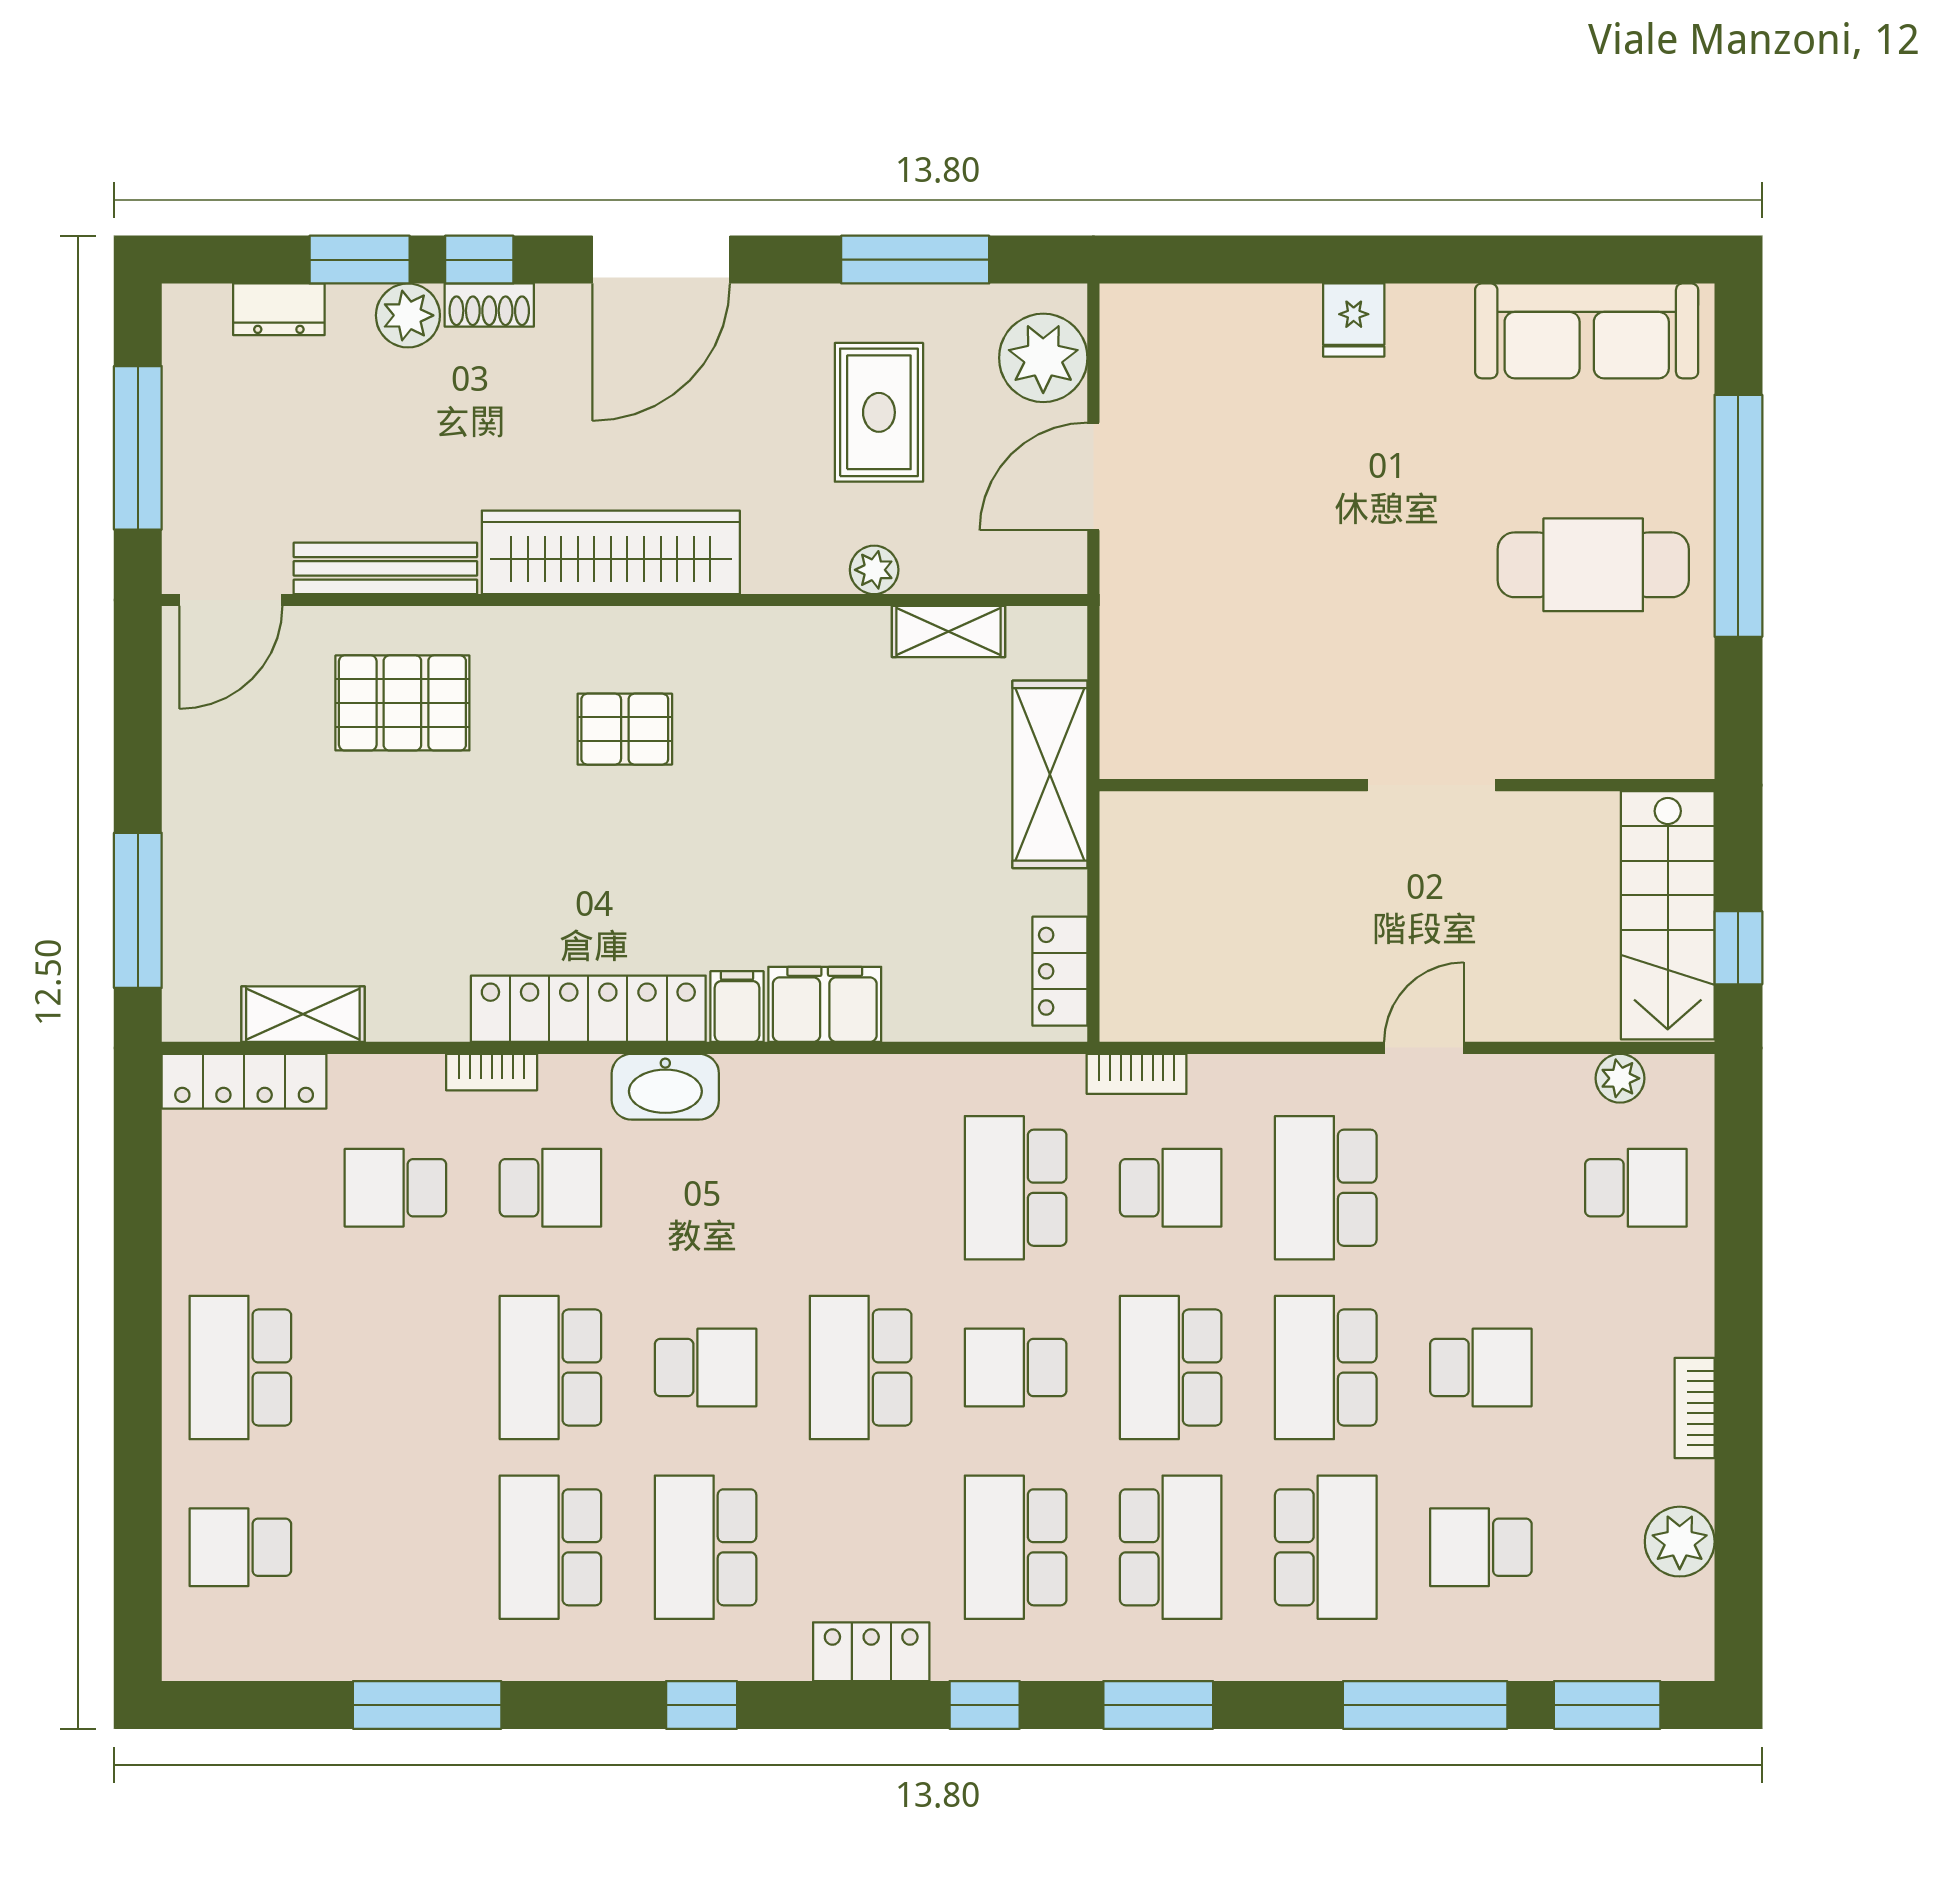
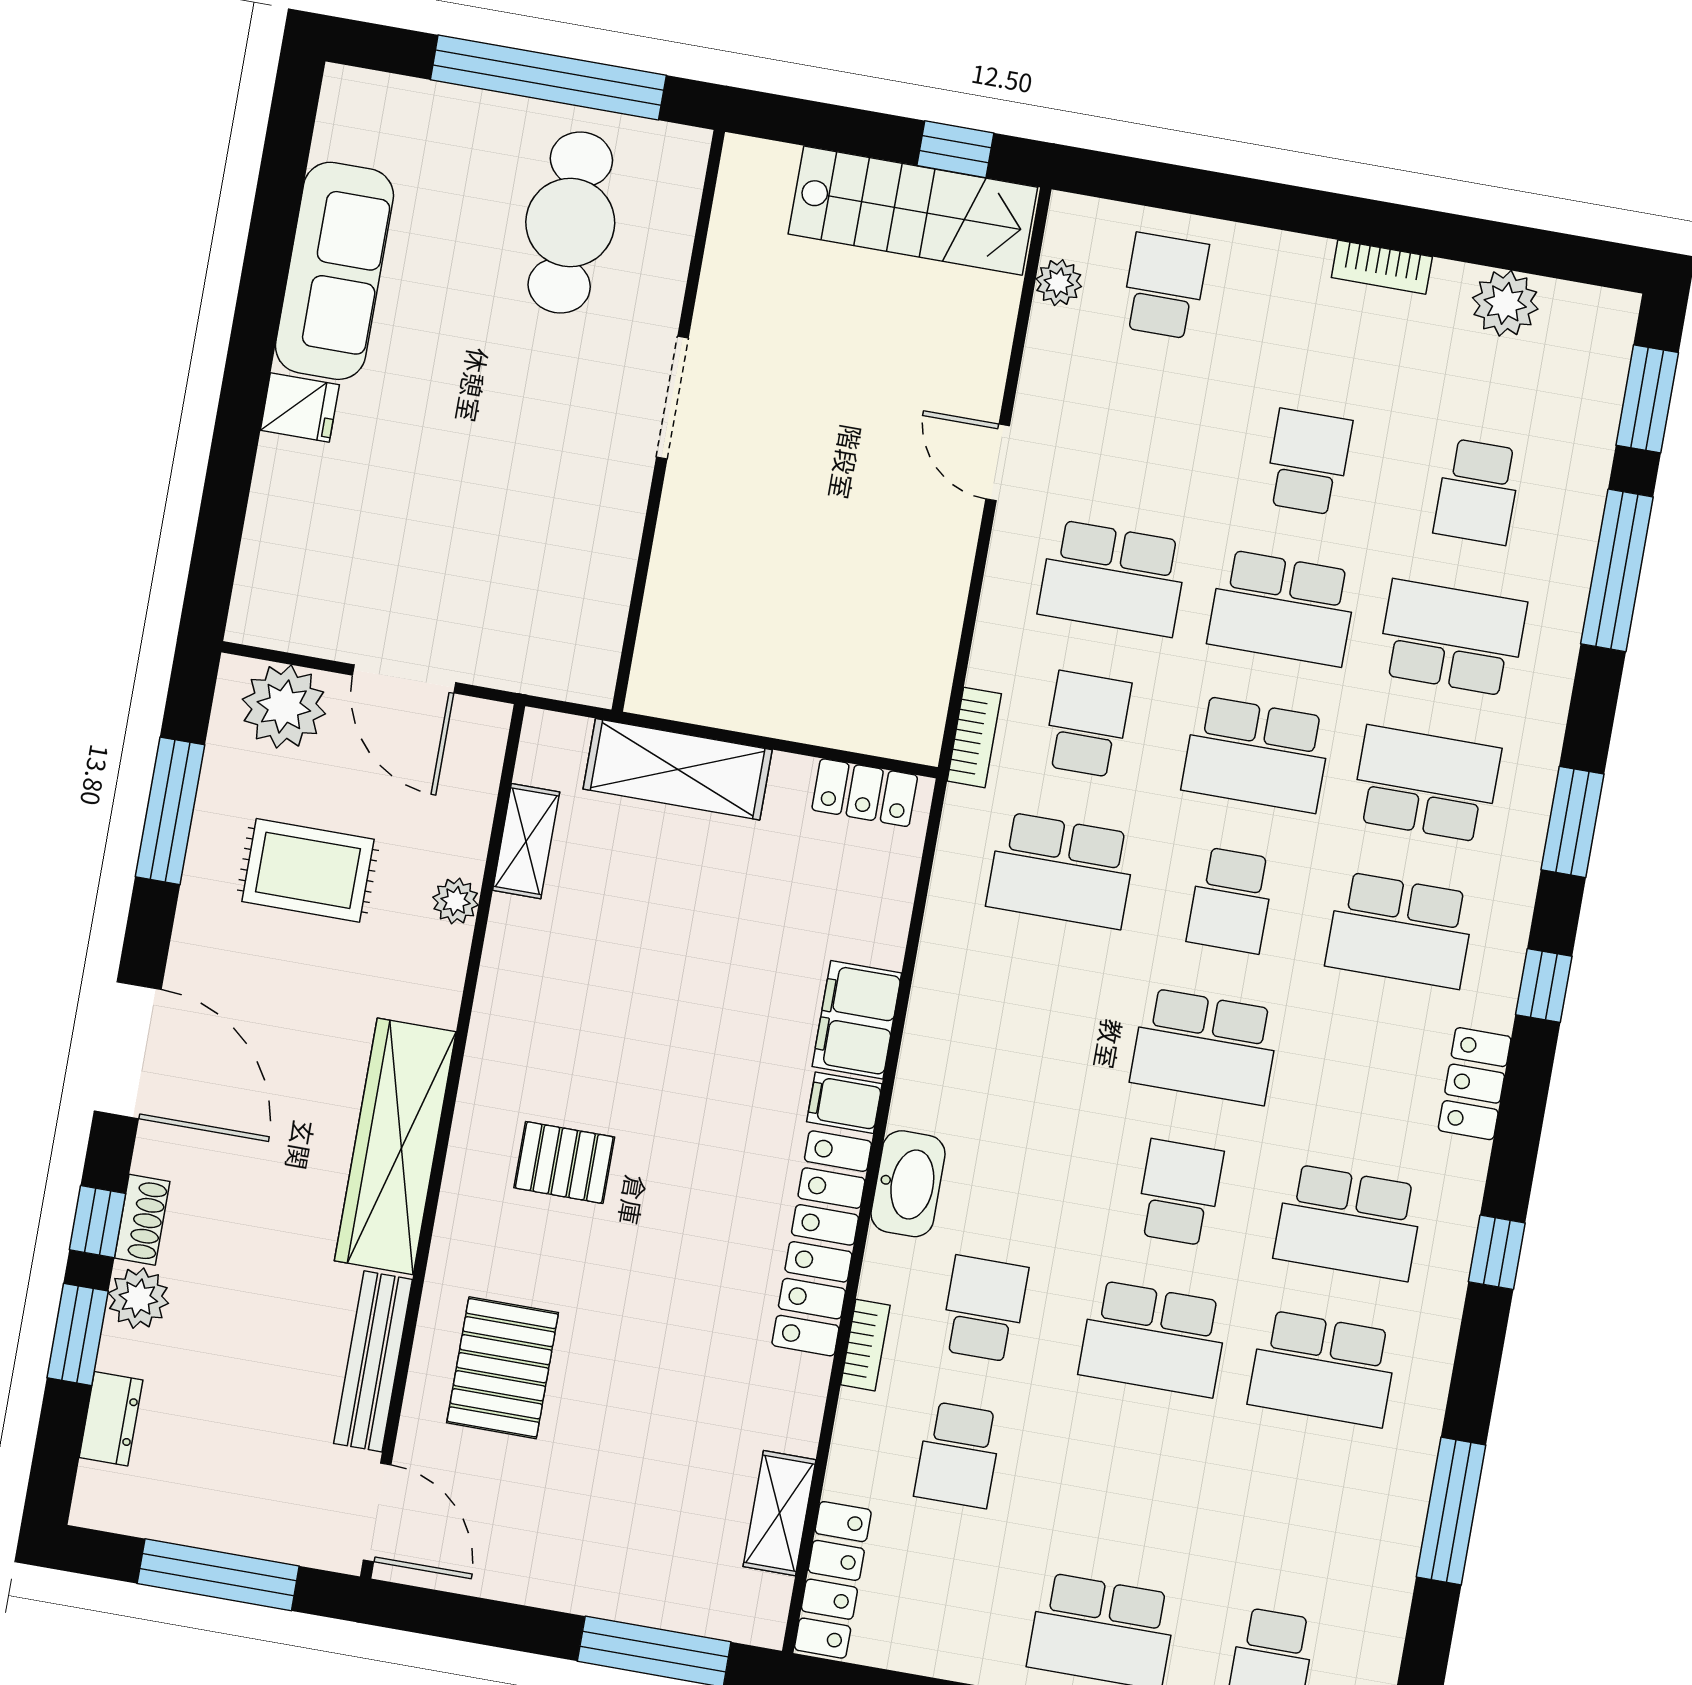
sofa: (1587, 331) -> (334, 271), moved
pallet: (625, 729) -> (564, 1162), turned 90
wall: (1407, 785) -> (668, 421), moved
doorway: (1432, 785) -> (672, 398), moved

